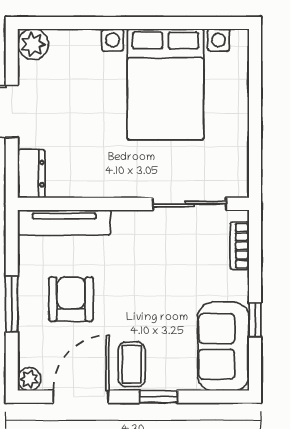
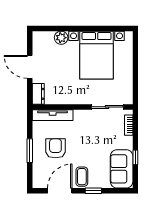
plant: (33, 44) -> (61, 38), moved
plant: (29, 379) -> (37, 183), removed

